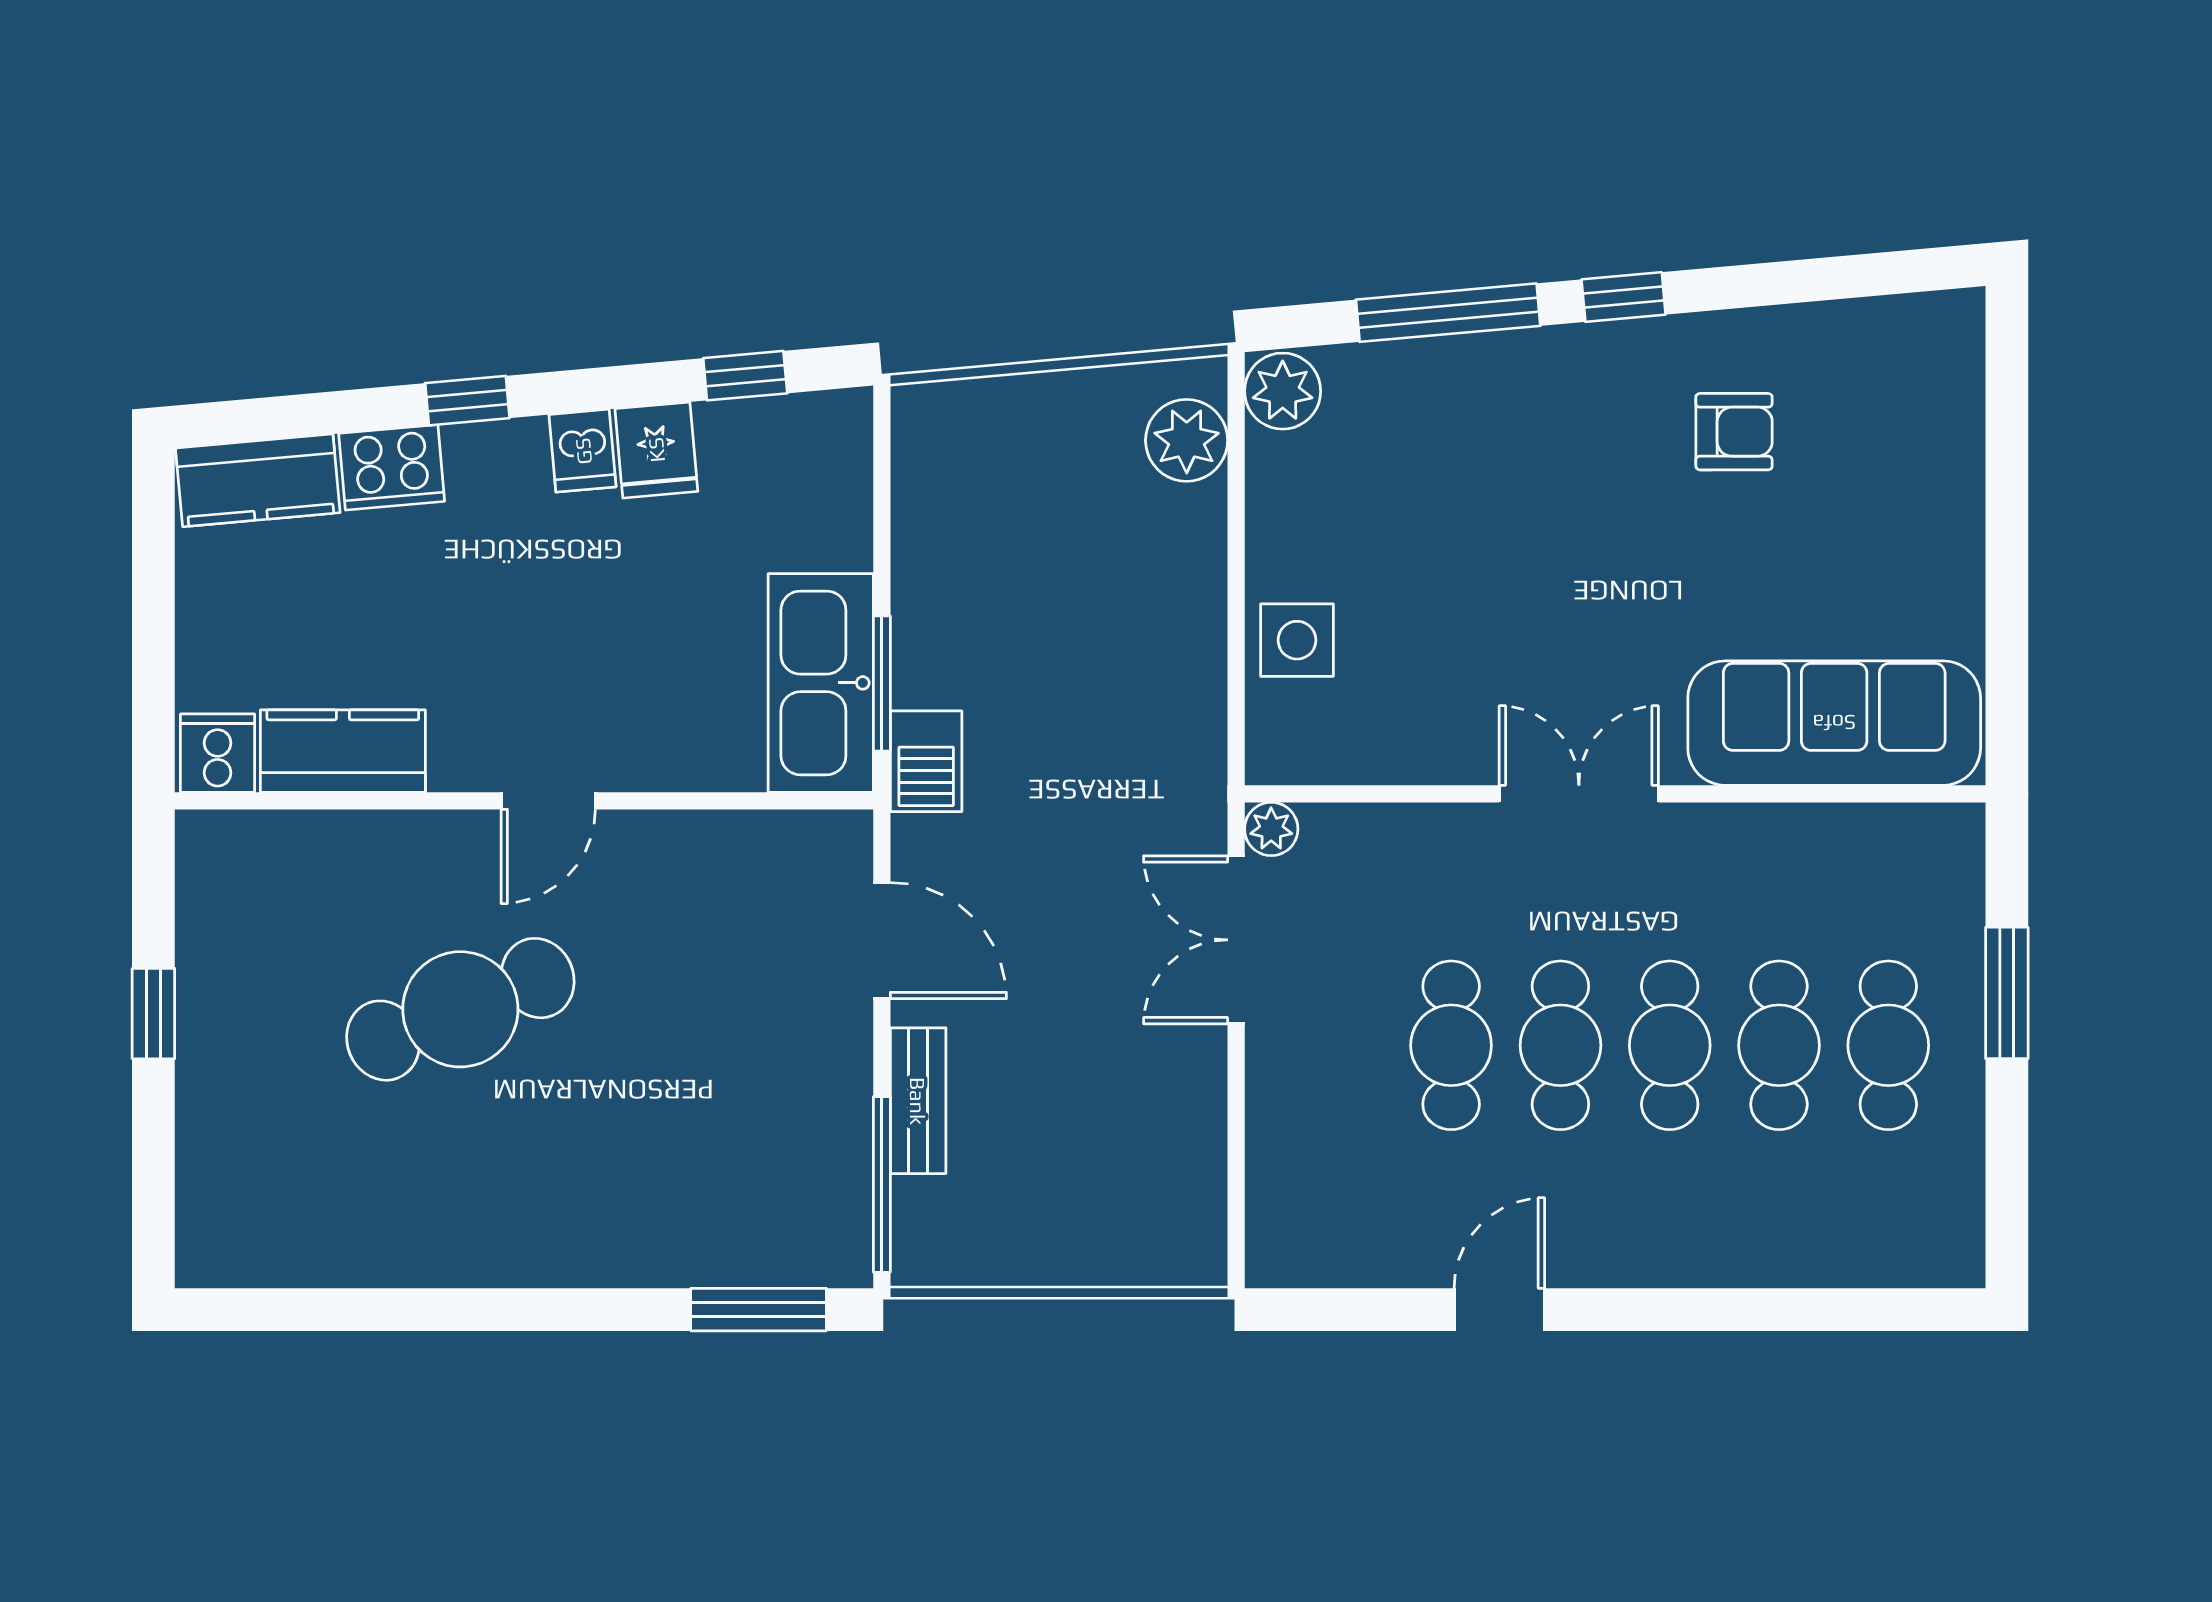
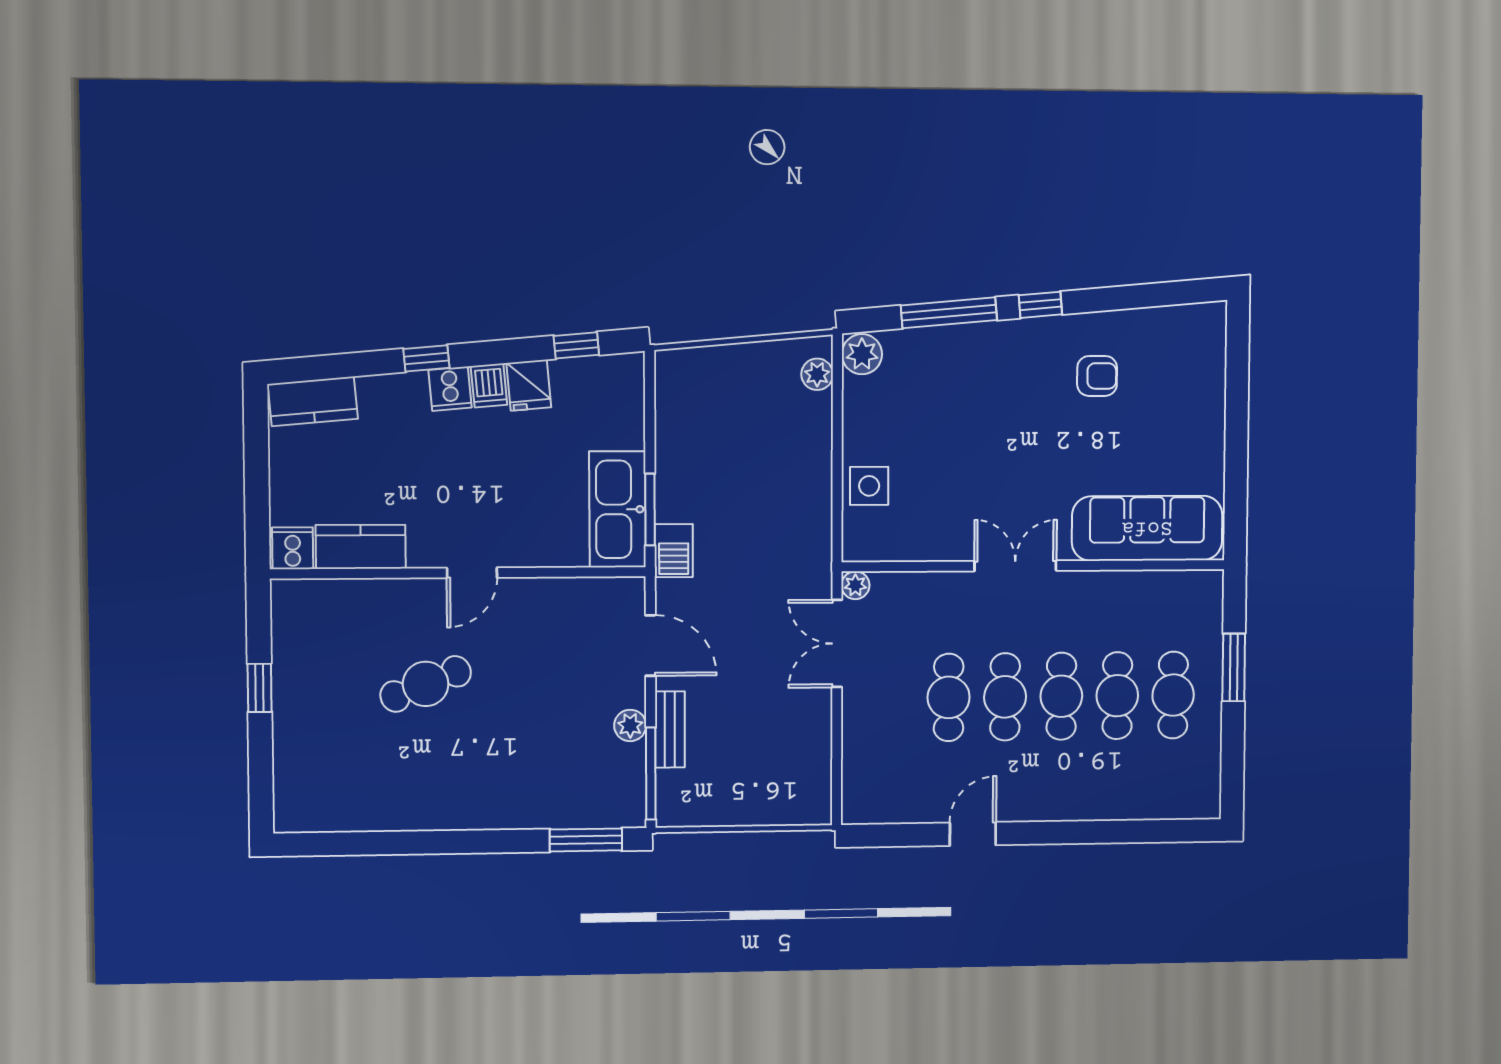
plant: (1187, 440) -> (817, 374), width x0.73, depth x0.73
cooker: (392, 467) -> (450, 389), moved, width x0.73
cafe table: (460, 1009) -> (426, 684), width x0.73, depth x0.74
plant: (843, 1092) -> (630, 725), added

